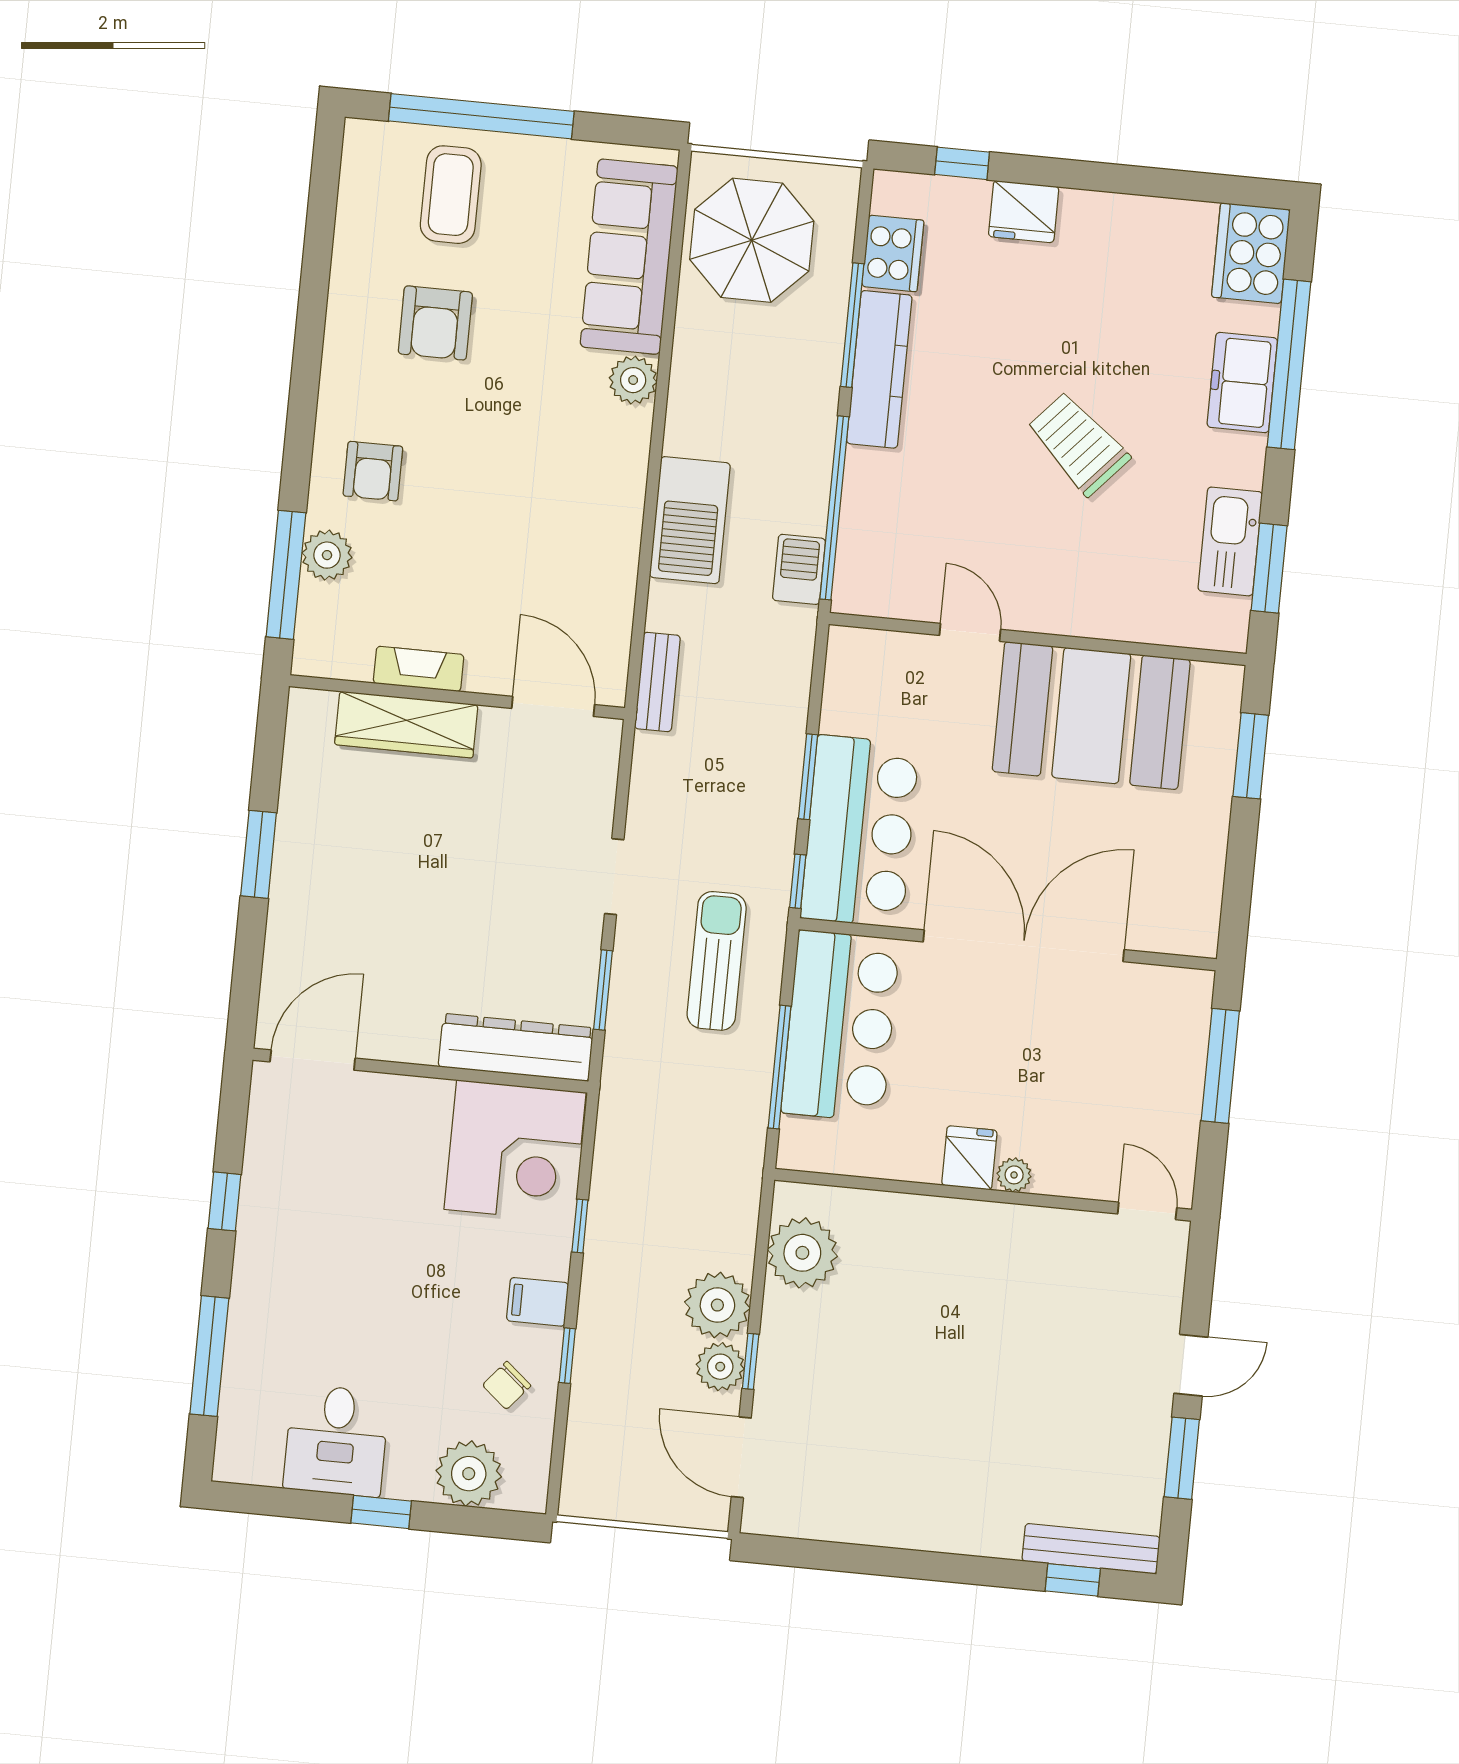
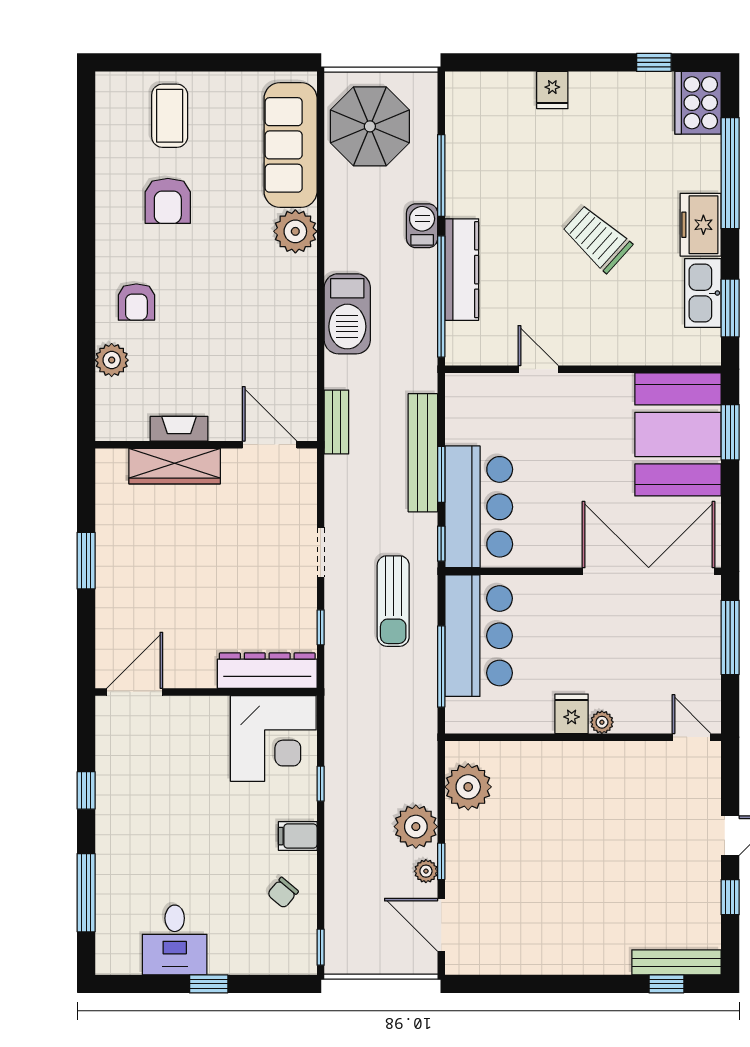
window: (481, 116) -> (185, 62), removed
window: (962, 163) -> (654, 62), moved
fridge: (1024, 212) -> (552, 90), width x0.72
cooker: (893, 253) -> (463, 126), removed
kitchen counter: (879, 369) -> (462, 270), moved
plant: (633, 380) -> (295, 231), width x1.36, depth x1.36
freezer: (1242, 383) -> (701, 225), moved
barbecue: (799, 569) -> (422, 226), moved
window: (286, 575) -> (86, 376), removed
booth: (1091, 716) -> (678, 434), moved, turned 90
bench: (784, 741) -> (423, 453), added
double door: (1024, 946) -> (649, 571), moved
sun lounger: (717, 961) -> (393, 601), turned 180
window: (603, 990) -> (321, 627), width x0.67
window: (567, 1356) -> (321, 947), moved
plant: (720, 1367) -> (426, 871), width x0.73, depth x0.73
window: (1182, 1458) -> (730, 897), width x0.67
plant: (469, 1474) -> (264, 953), removed

